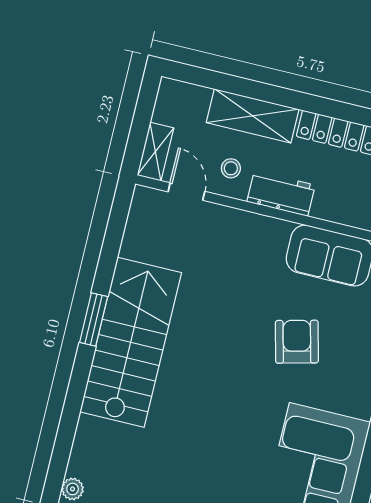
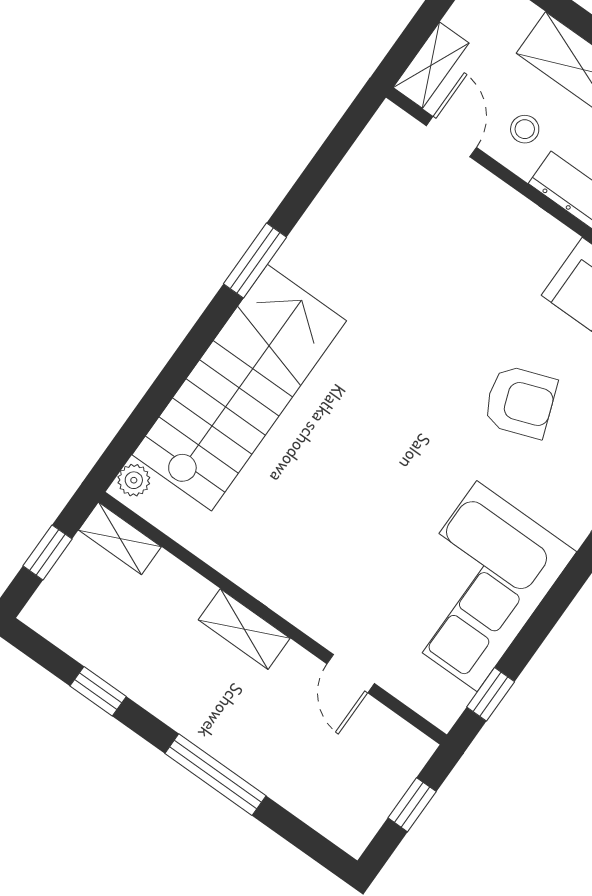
stairs: (131, 342) -> (239, 388), moved
armchair: (297, 342) -> (520, 402), turned 84

